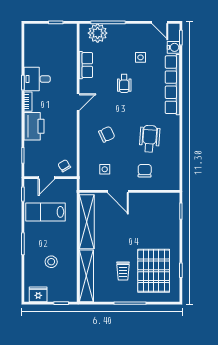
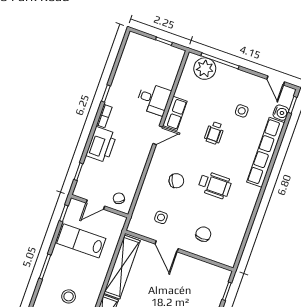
row of seats: (86, 65) -> (175, 113), moved
desk: (37, 79) -> (153, 99), moved, turned 180
wheelchair: (150, 139) -> (215, 185), moved, turned 86

